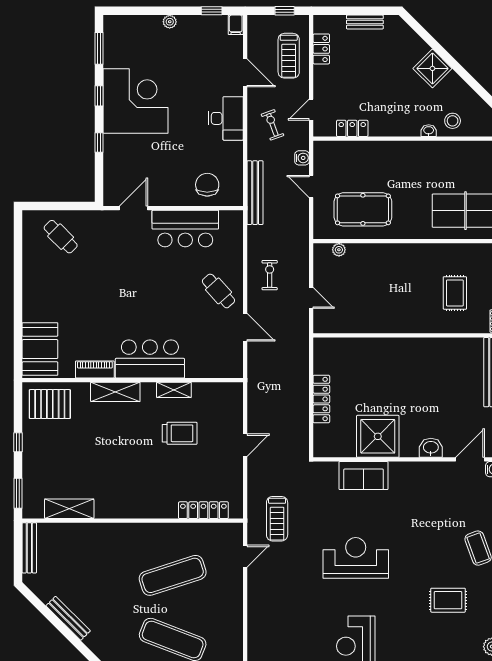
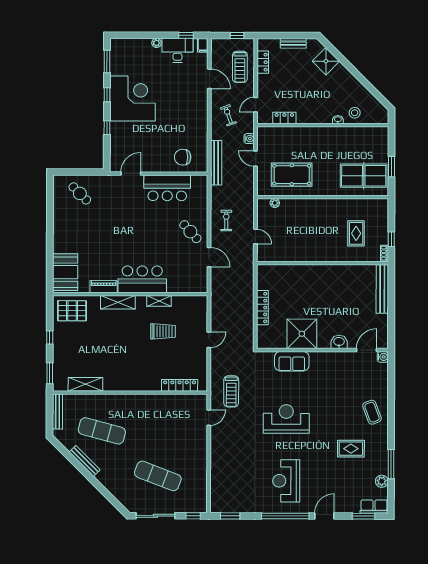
shower: (432, 68) -> (326, 61), moved
desk: (226, 118) -> (177, 50), moved, turned -90
chair: (207, 185) -> (183, 157), turned -90
exercise mat: (173, 575) -> (102, 431), moved, turned 33

